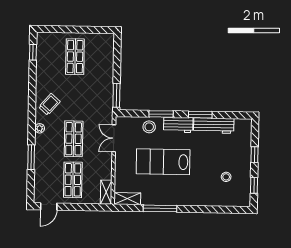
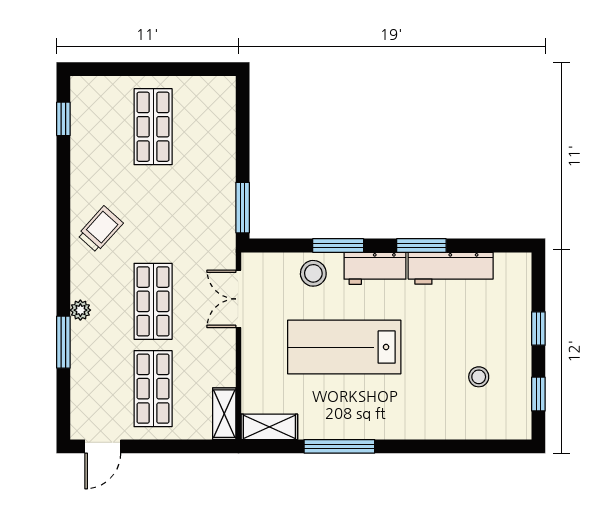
plant: (40, 128) -> (80, 310), moved

